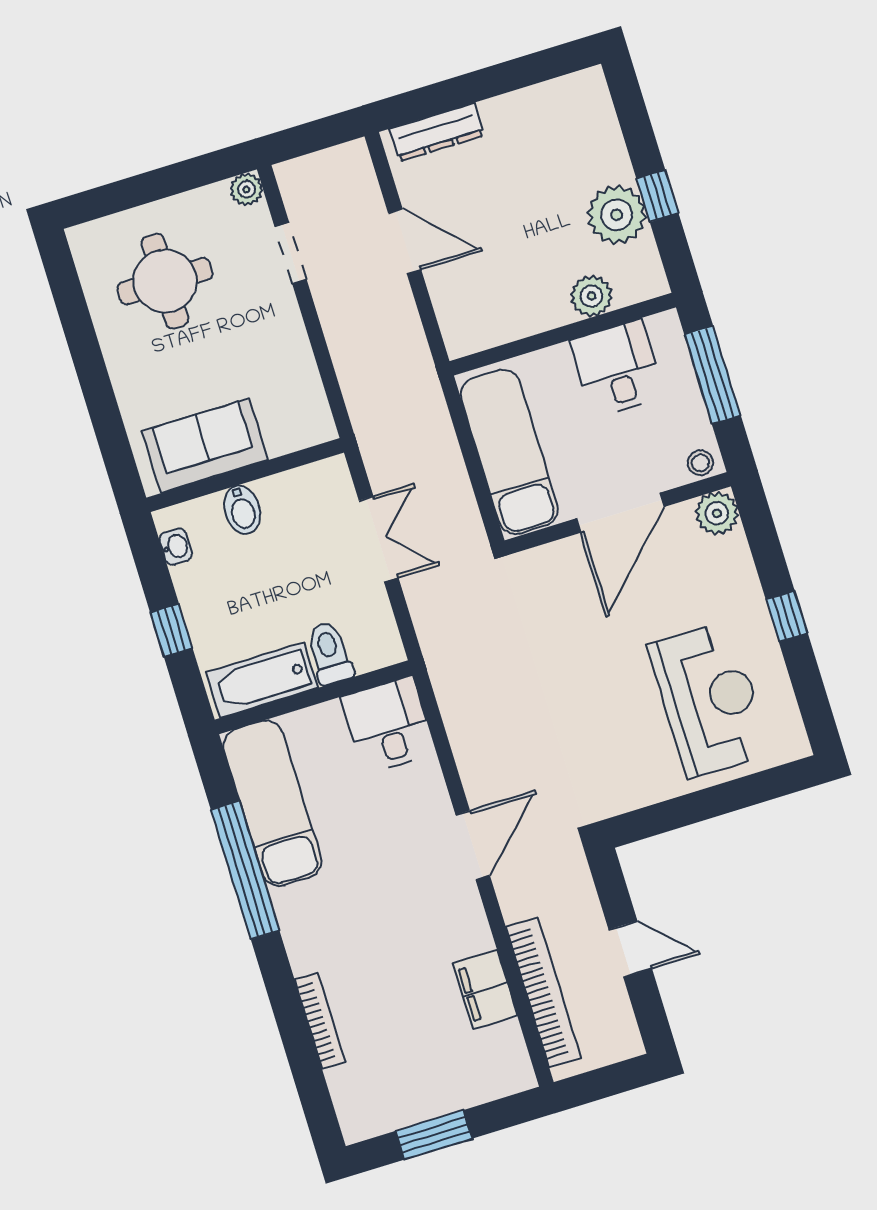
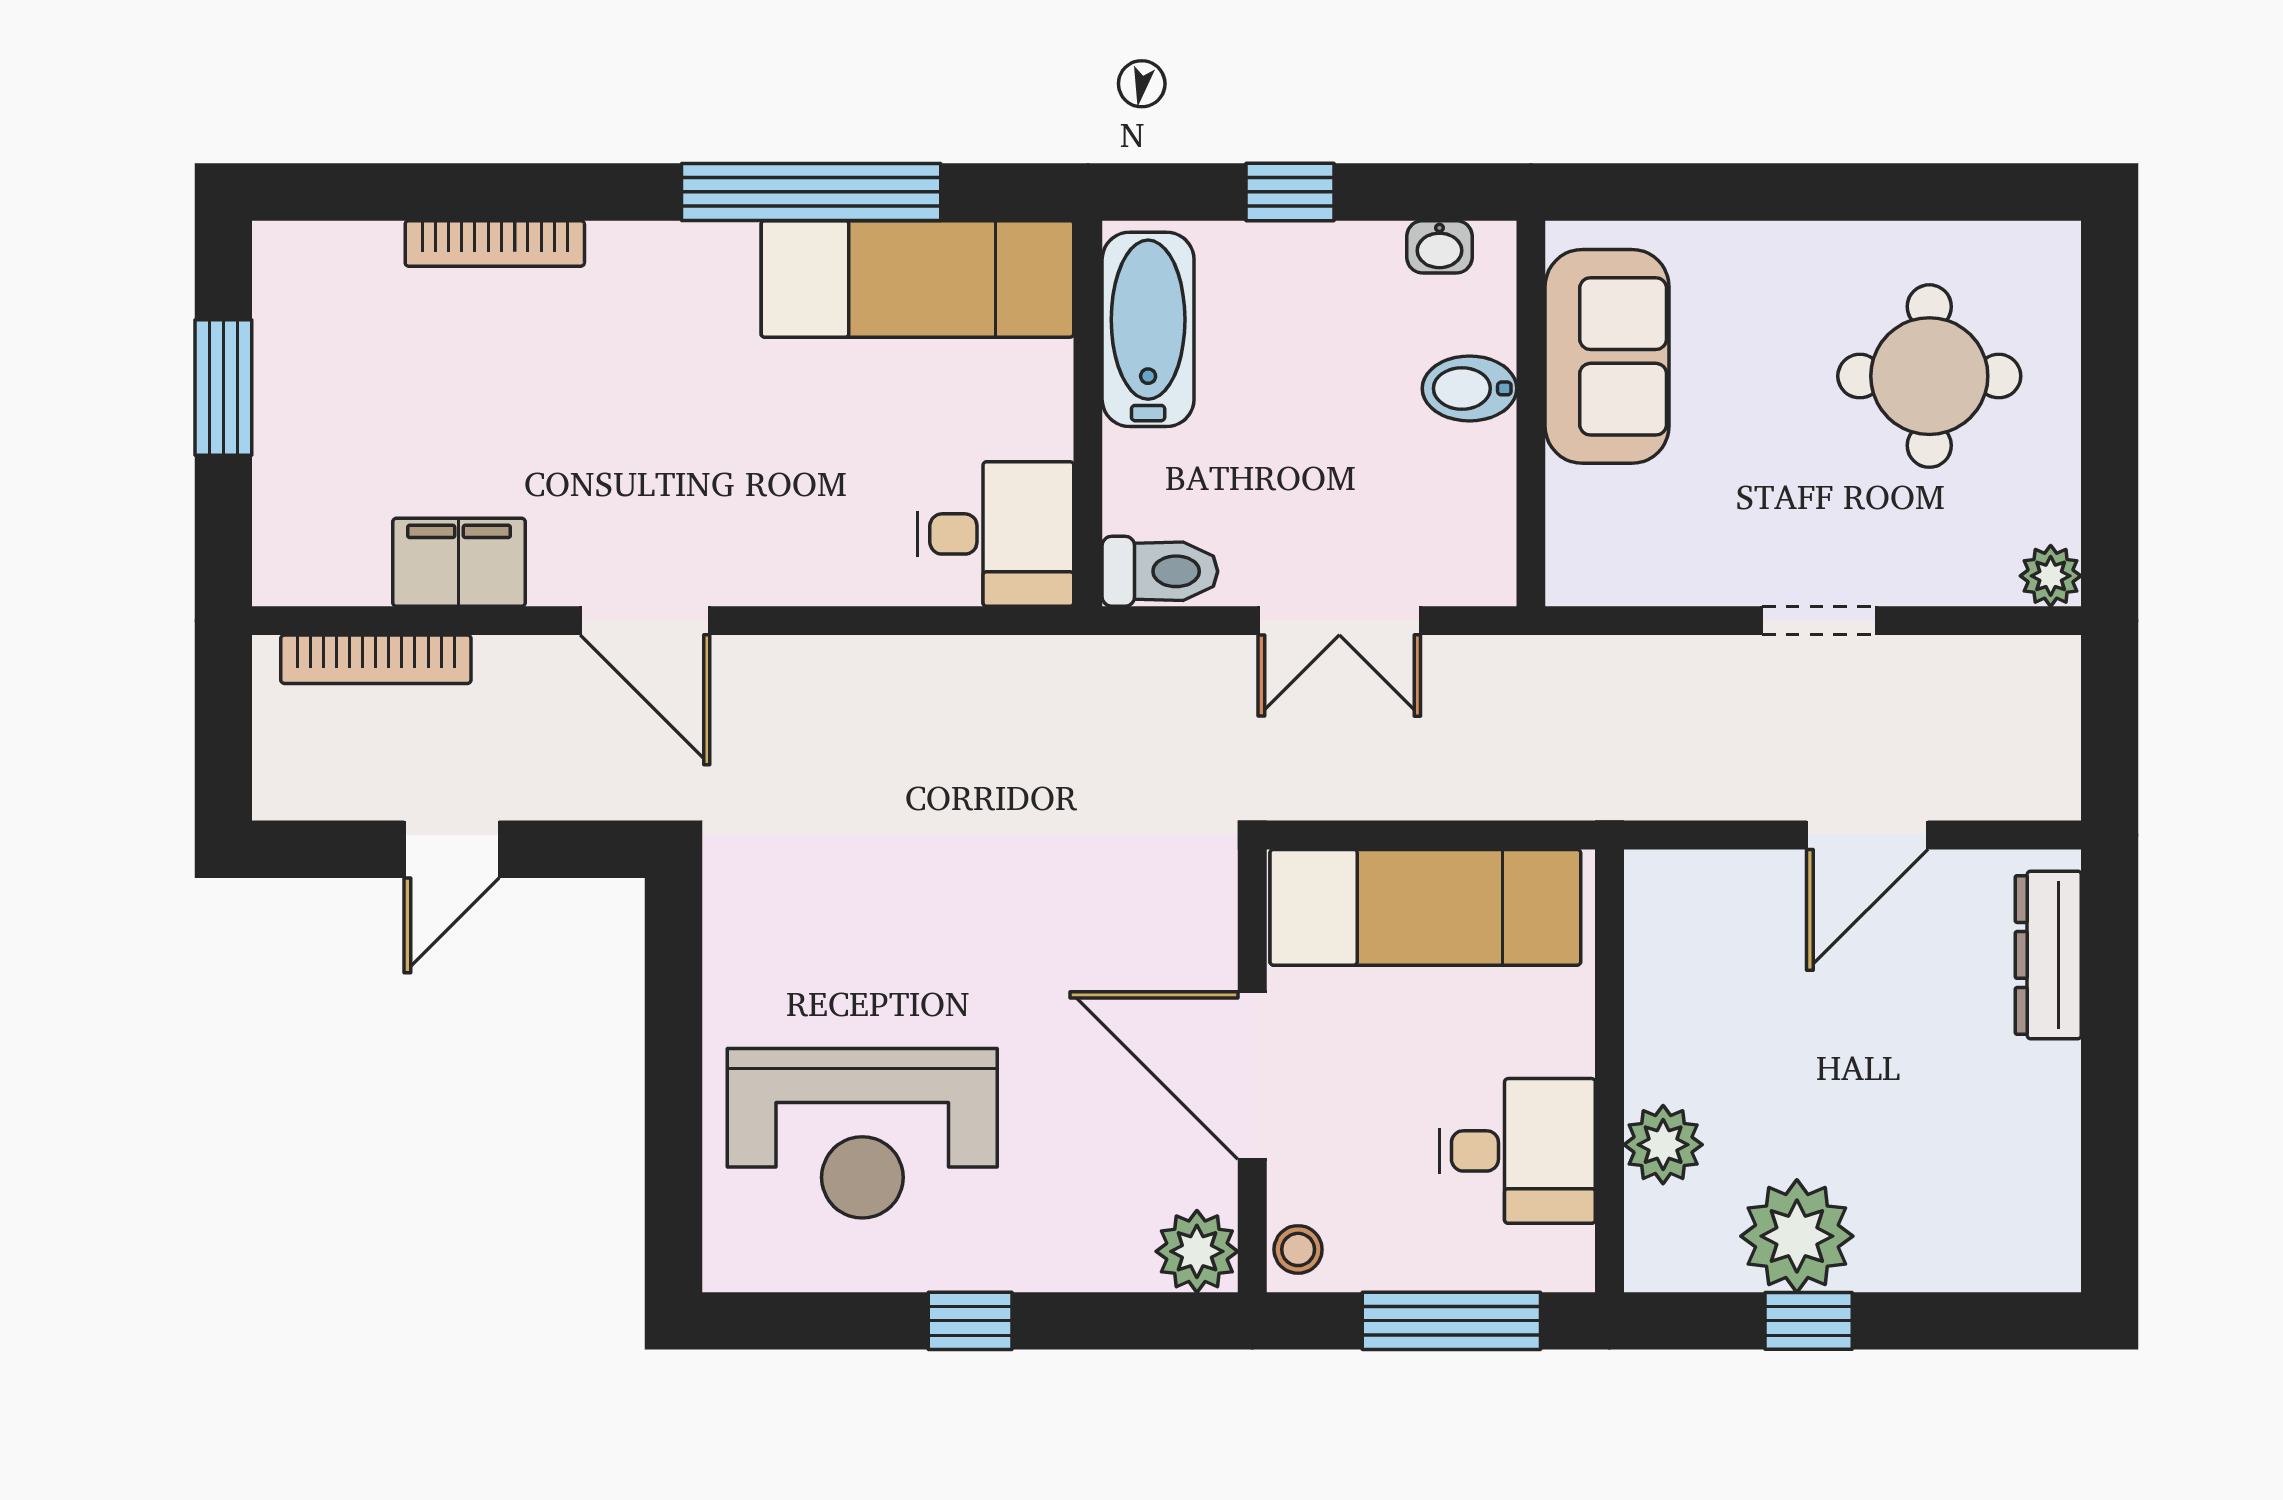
doorway: (291, 253) -> (1819, 621), moved
toilet: (330, 653) -> (1160, 571), moved
door: (473, 845) -> (645, 621), moved
bookcase: (543, 992) -> (376, 659), width x0.68, depth x0.76

